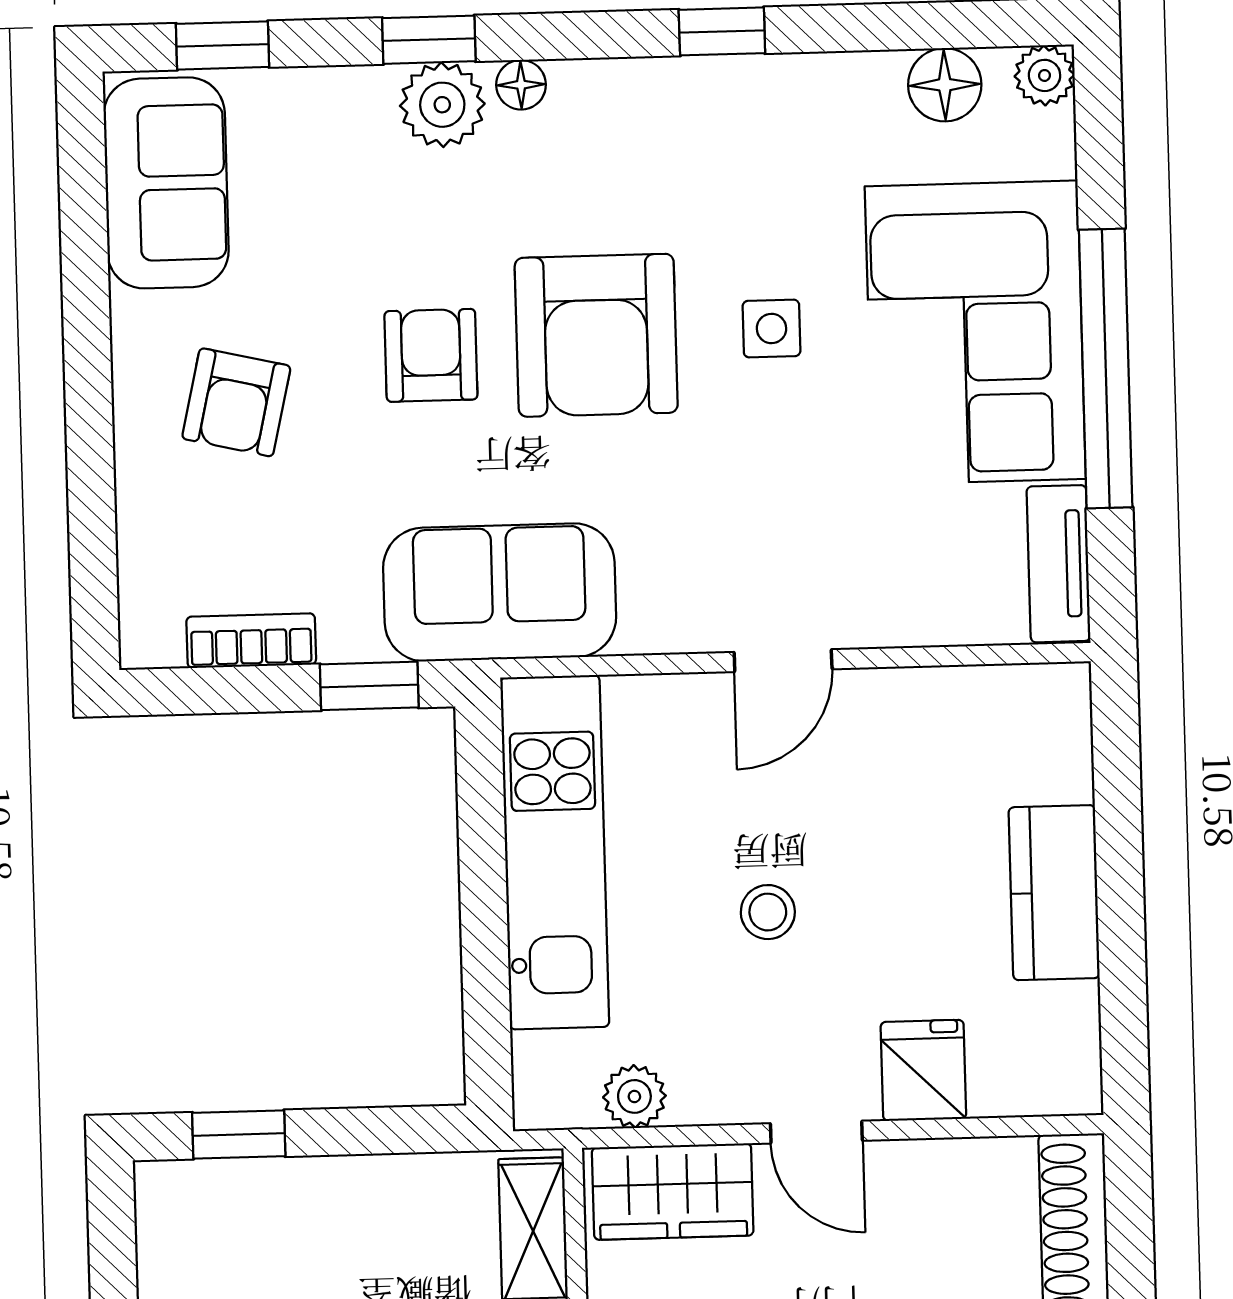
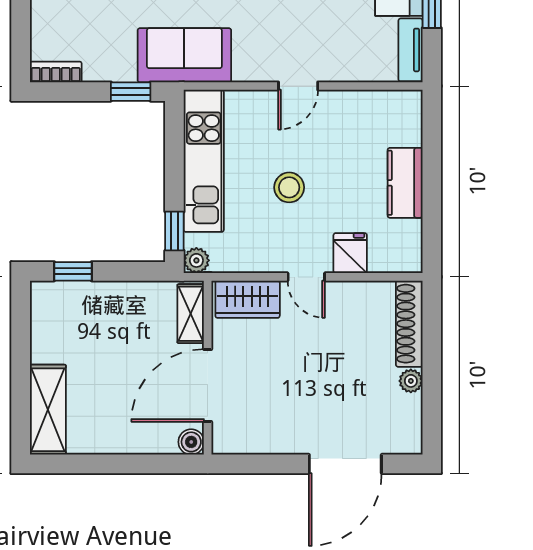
bookcase: (251, 641) -> (56, 72), moved
stool: (768, 912) -> (289, 187), width x1.37, depth x1.37
window: (487, 1028) -> (174, 231), added
plant: (634, 1096) -> (196, 260), moved

